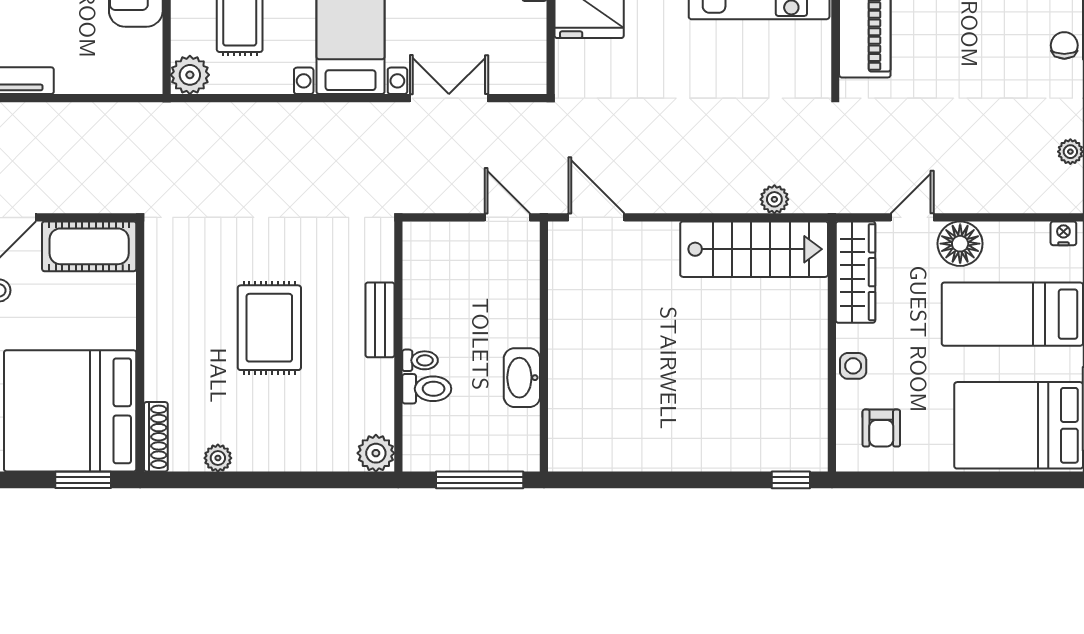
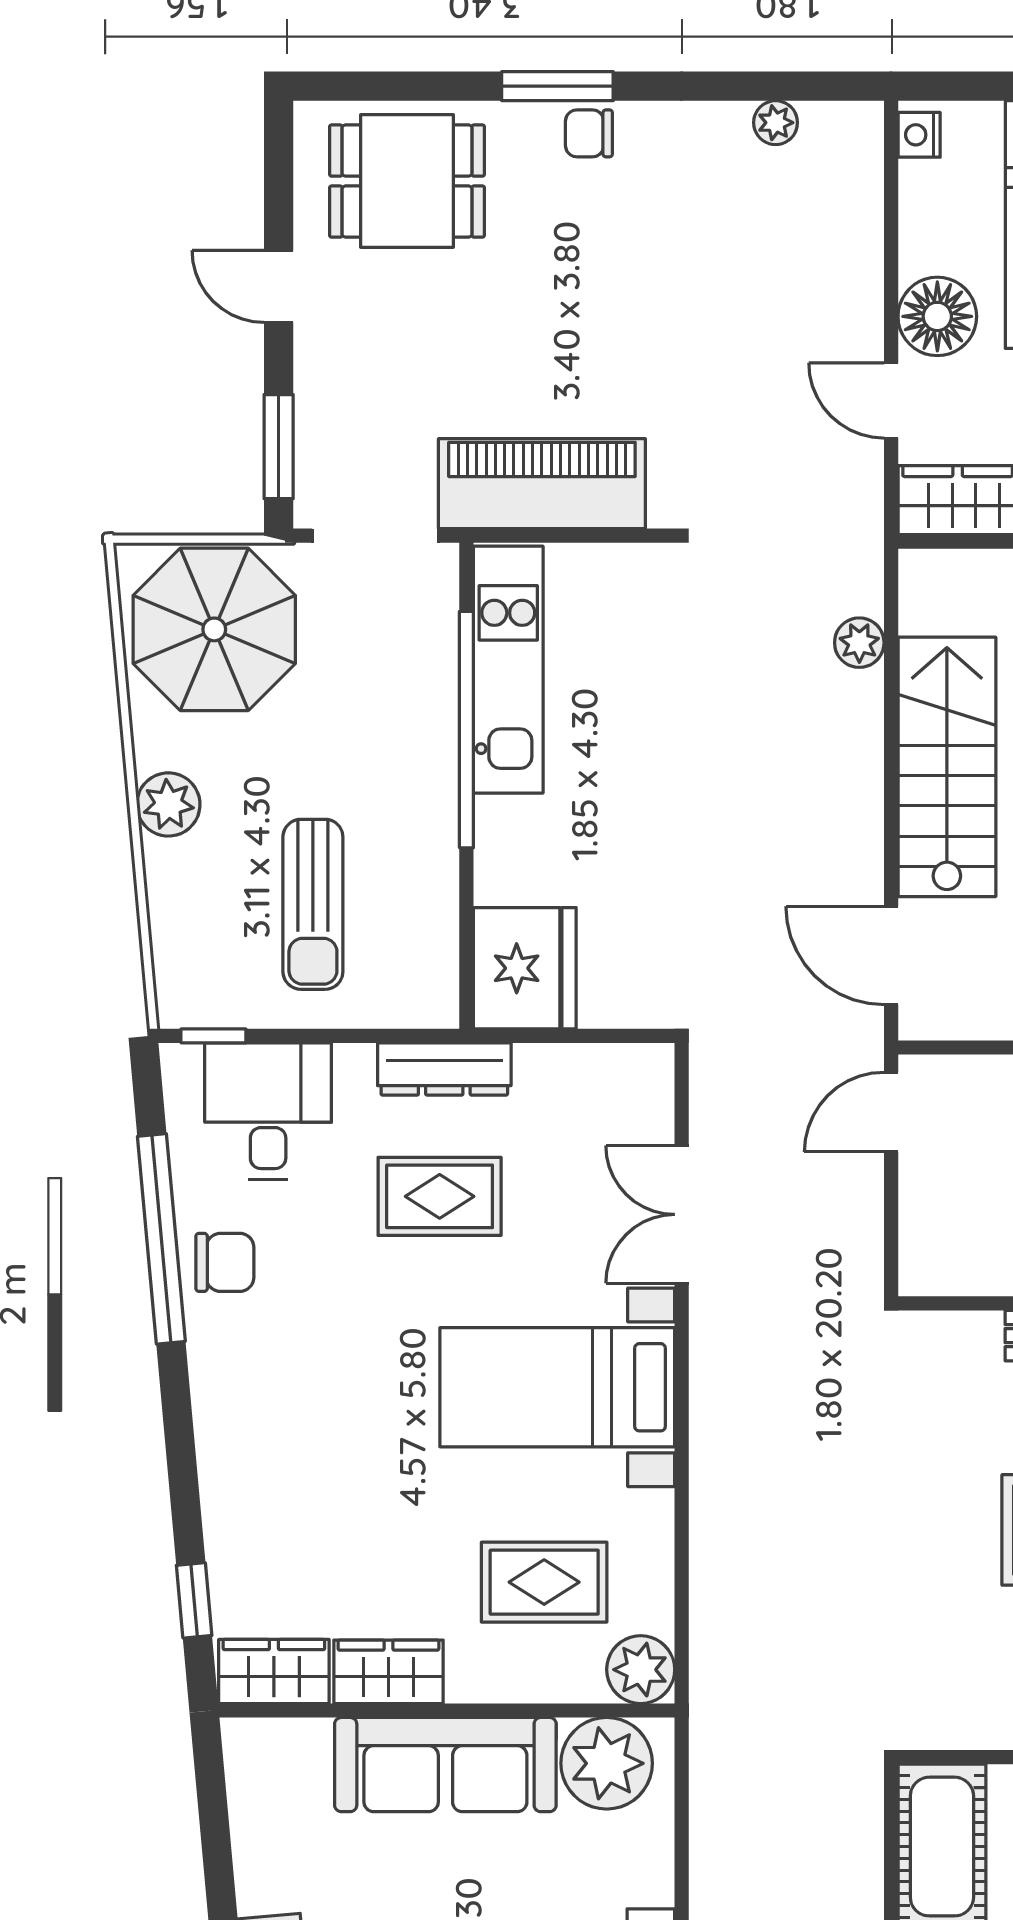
plant: (137, 55) -> (607, 1763), added
door: (596, 217) -> (891, 956), hinge flipped
stairs: (754, 249) -> (947, 767), moved

